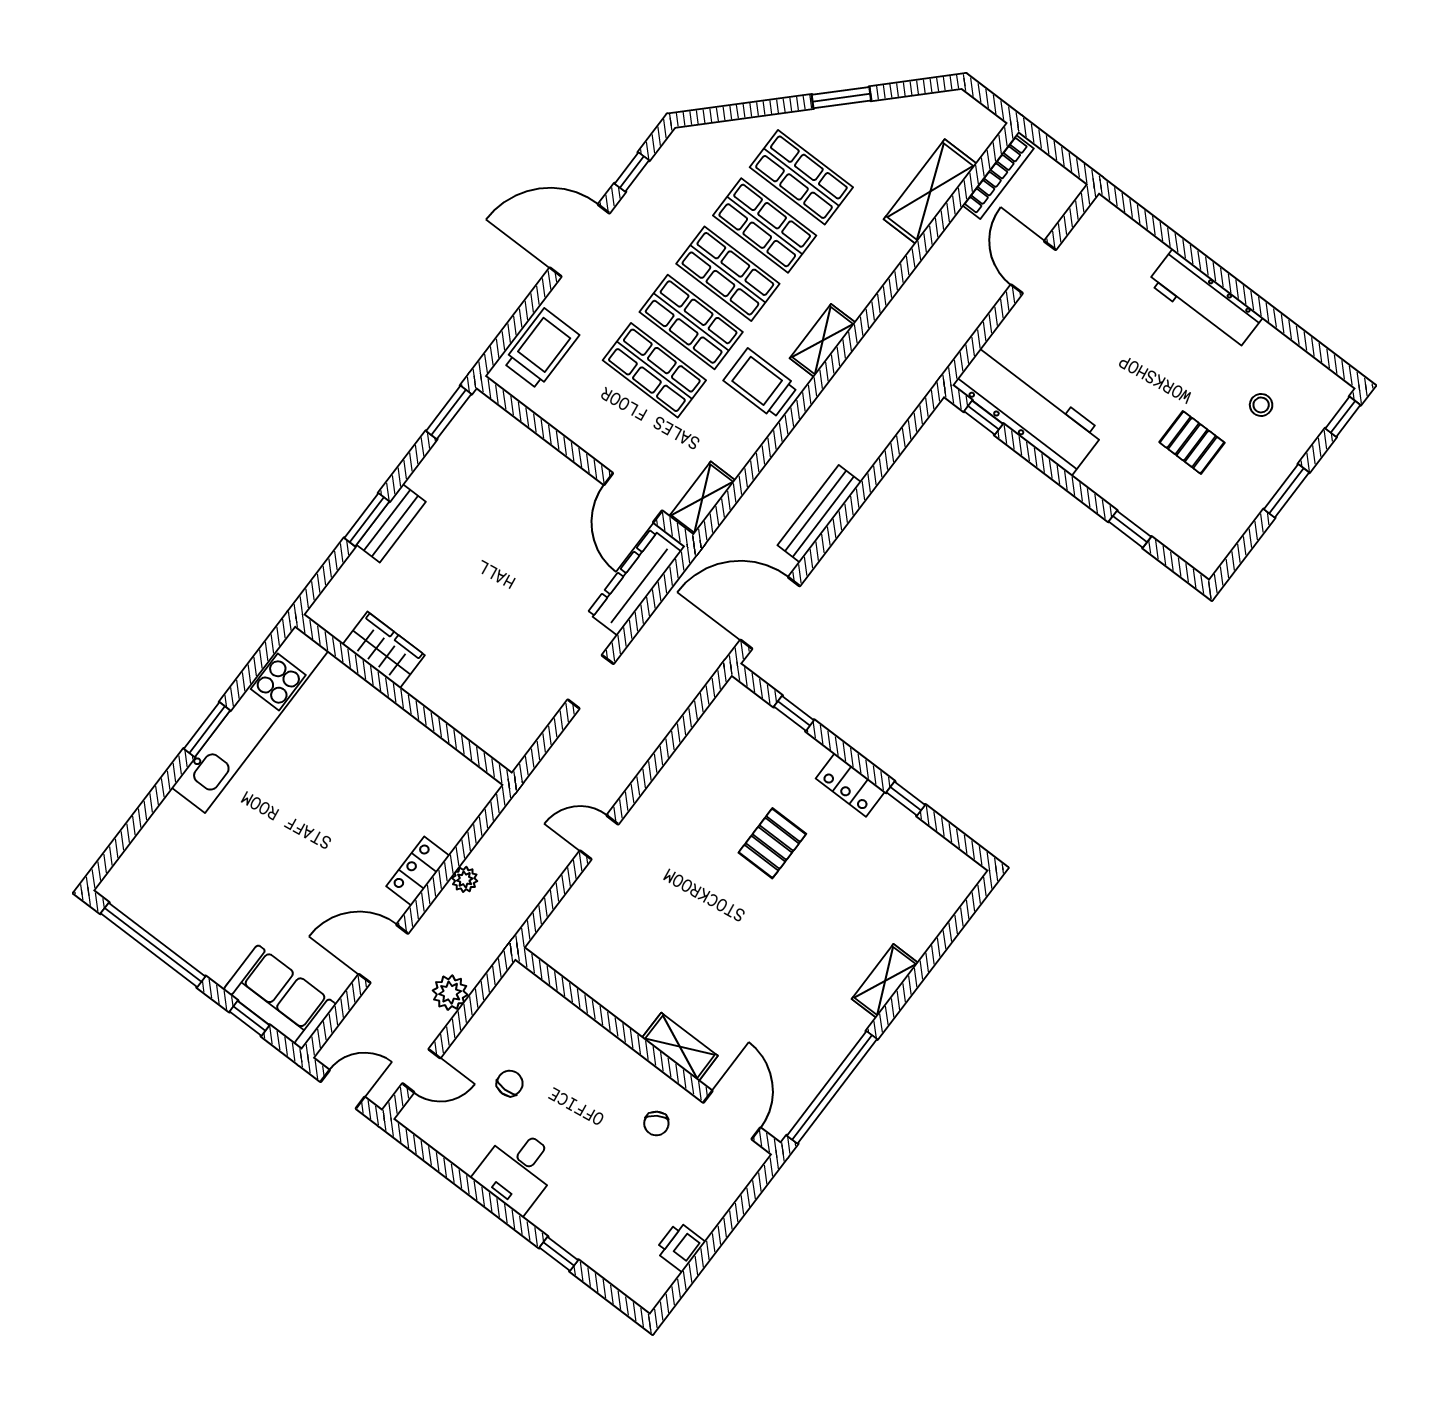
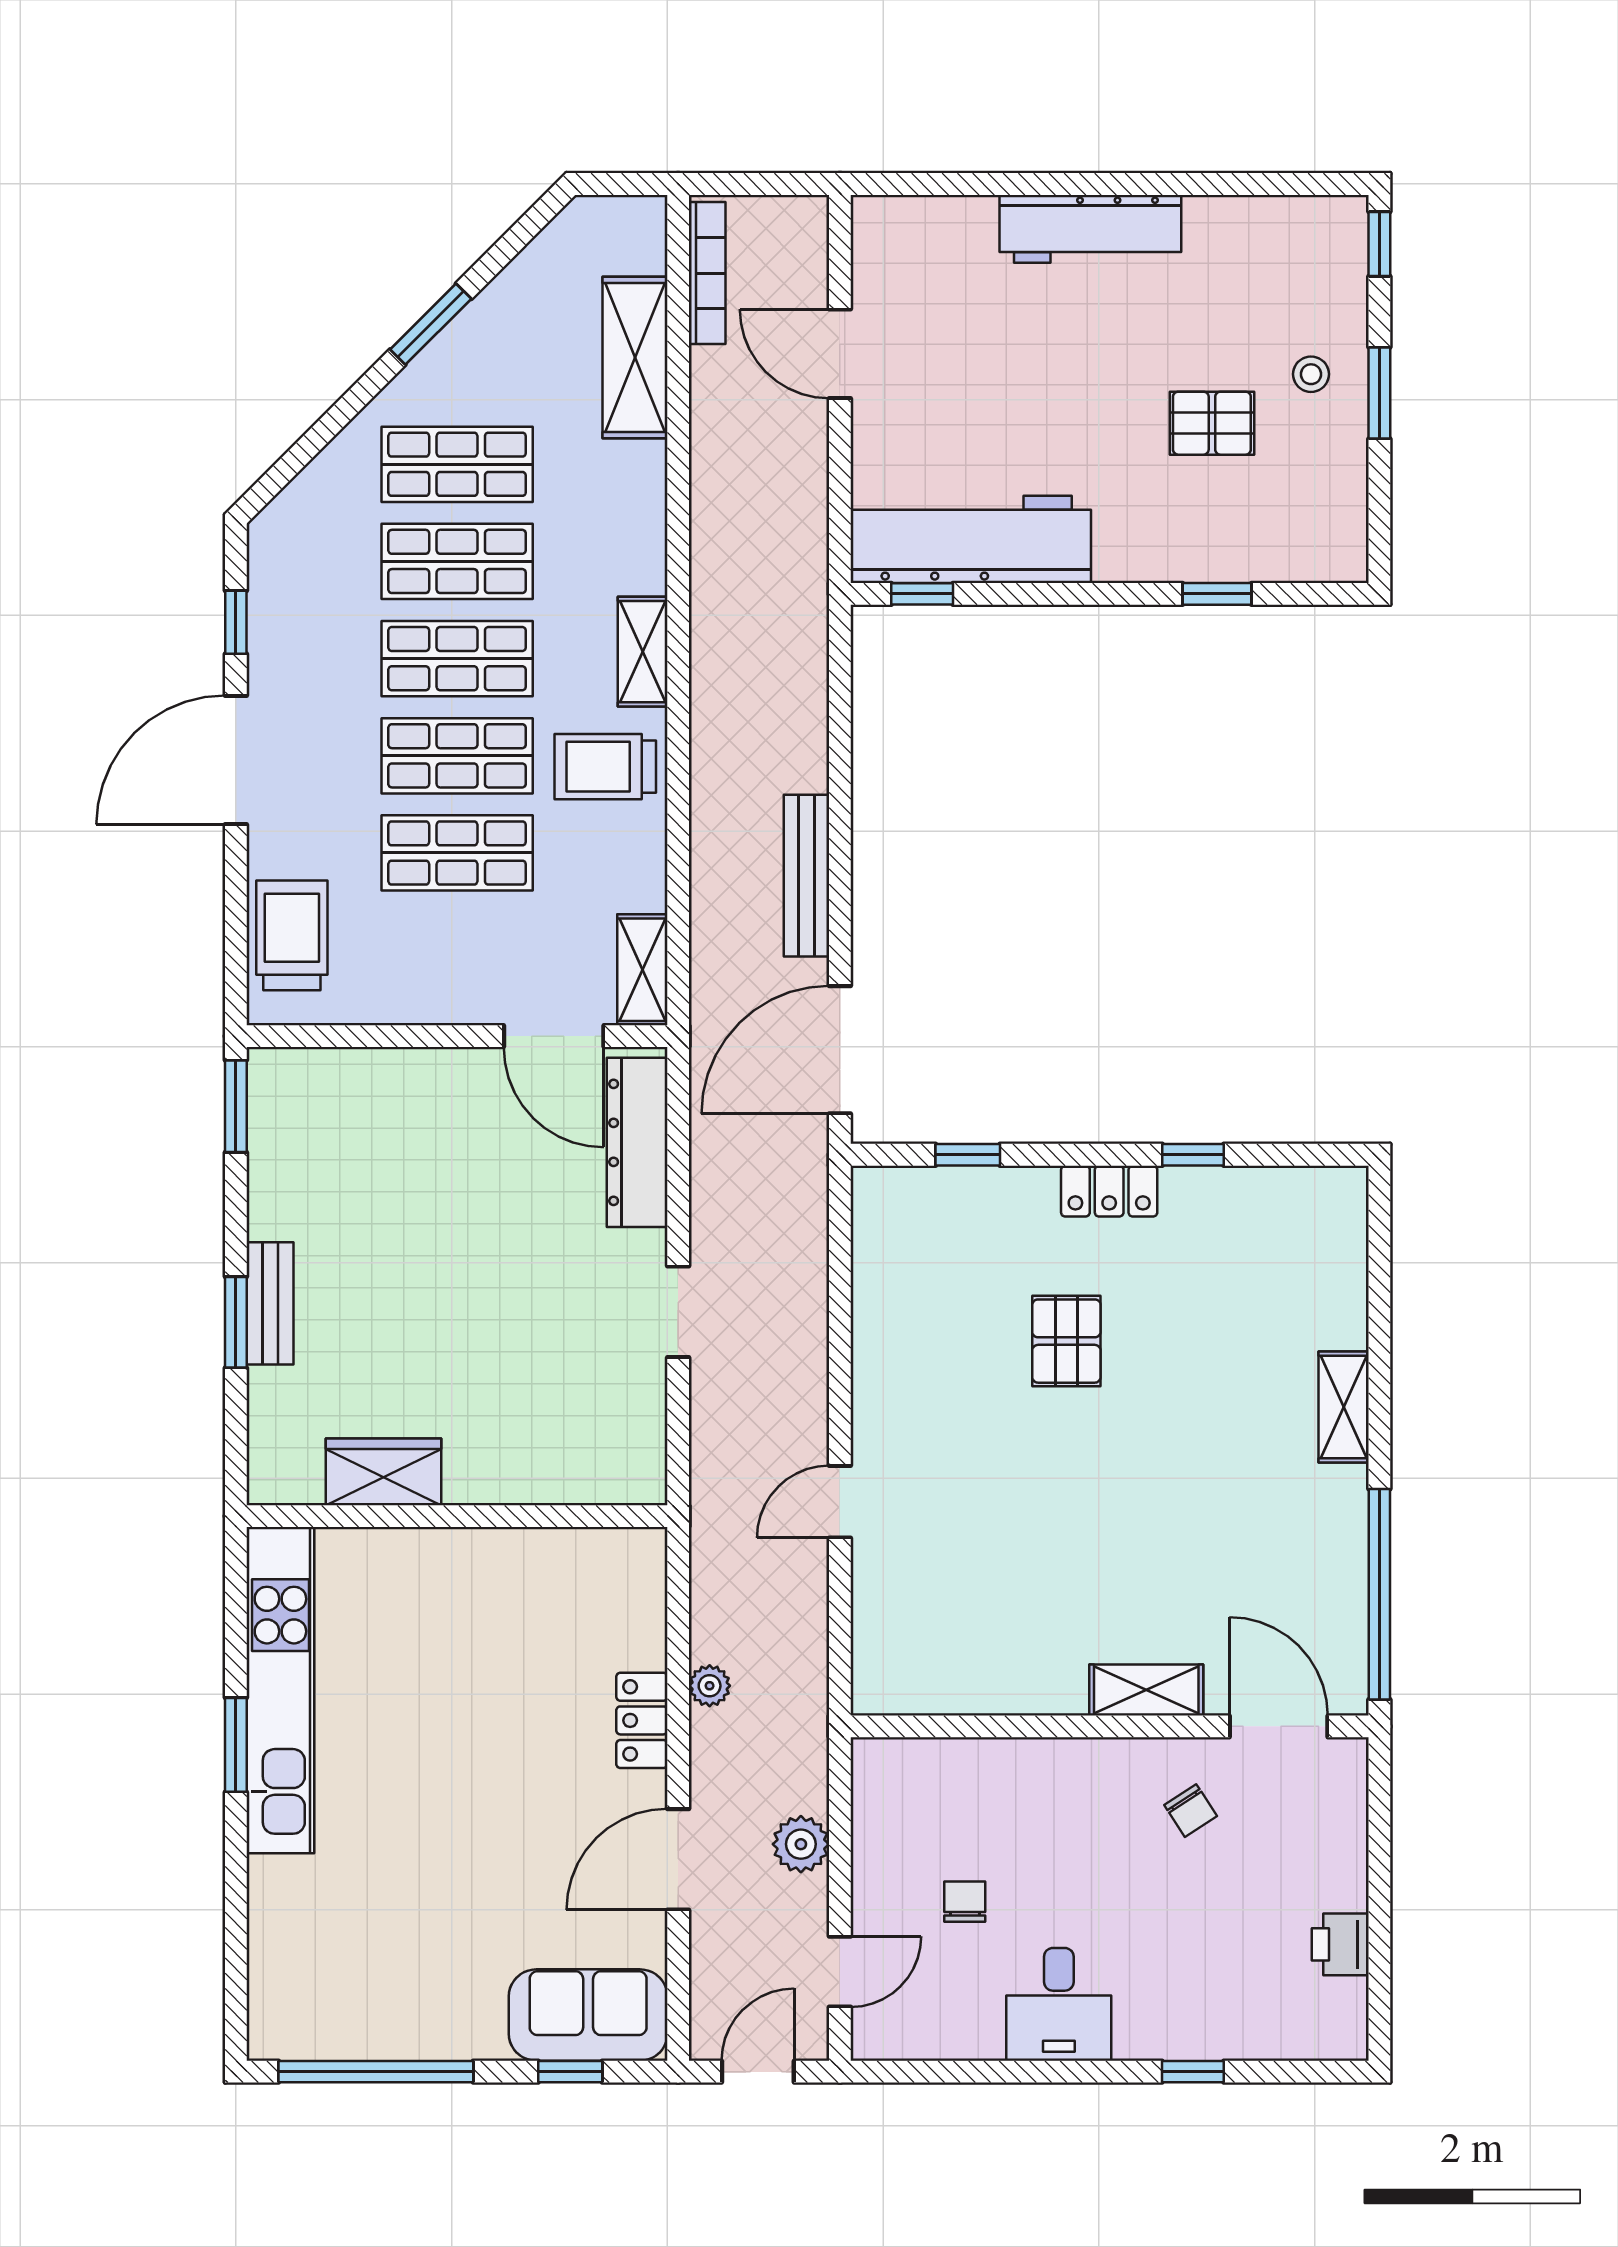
stool: (1261, 405) -> (1311, 374), moved

